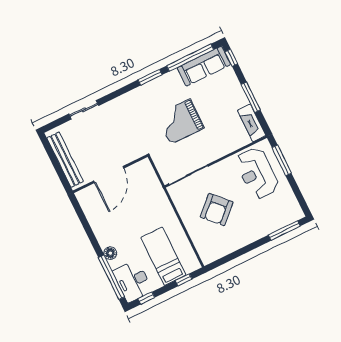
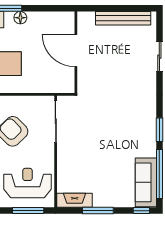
grand piano: (180, 122) -> (107, 137), removed
wall: (110, 174) -> (76, 52), moved
door: (109, 175) -> (76, 51), moved

